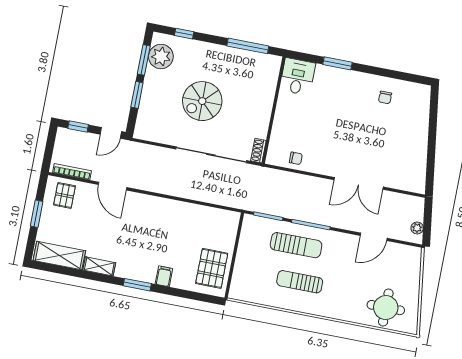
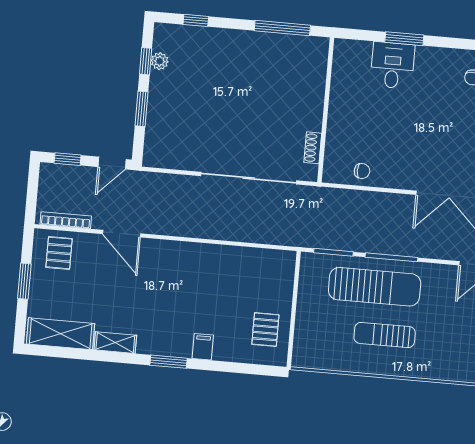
plant: (161, 56) -> (160, 61), width x0.53, depth x0.53
window: (144, 60) -> (146, 61), width x0.67
desk: (298, 77) -> (393, 65), moved
spiral stairs: (202, 101) -> (229, 108), removed
shoe rack: (258, 151) -> (313, 148), moved
sun lounger: (296, 245) -> (375, 287), width x1.36, depth x1.34
pallet: (212, 268) -> (265, 330), width x0.67, depth x0.71

